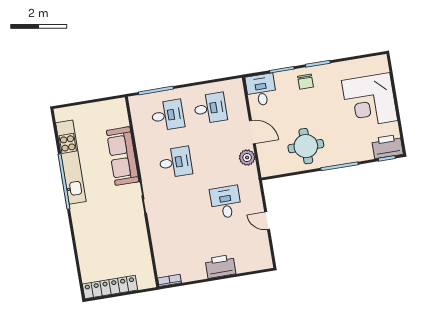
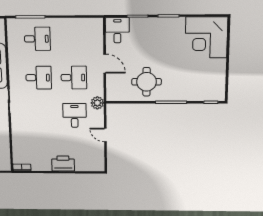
chair: (305, 82) -> (155, 29), removed
corner desk: (370, 100) -> (206, 37), moved
desk: (210, 108) -> (74, 78), moved
printer: (387, 146) -> (213, 93), removed
plant: (247, 158) -> (97, 103), moved

